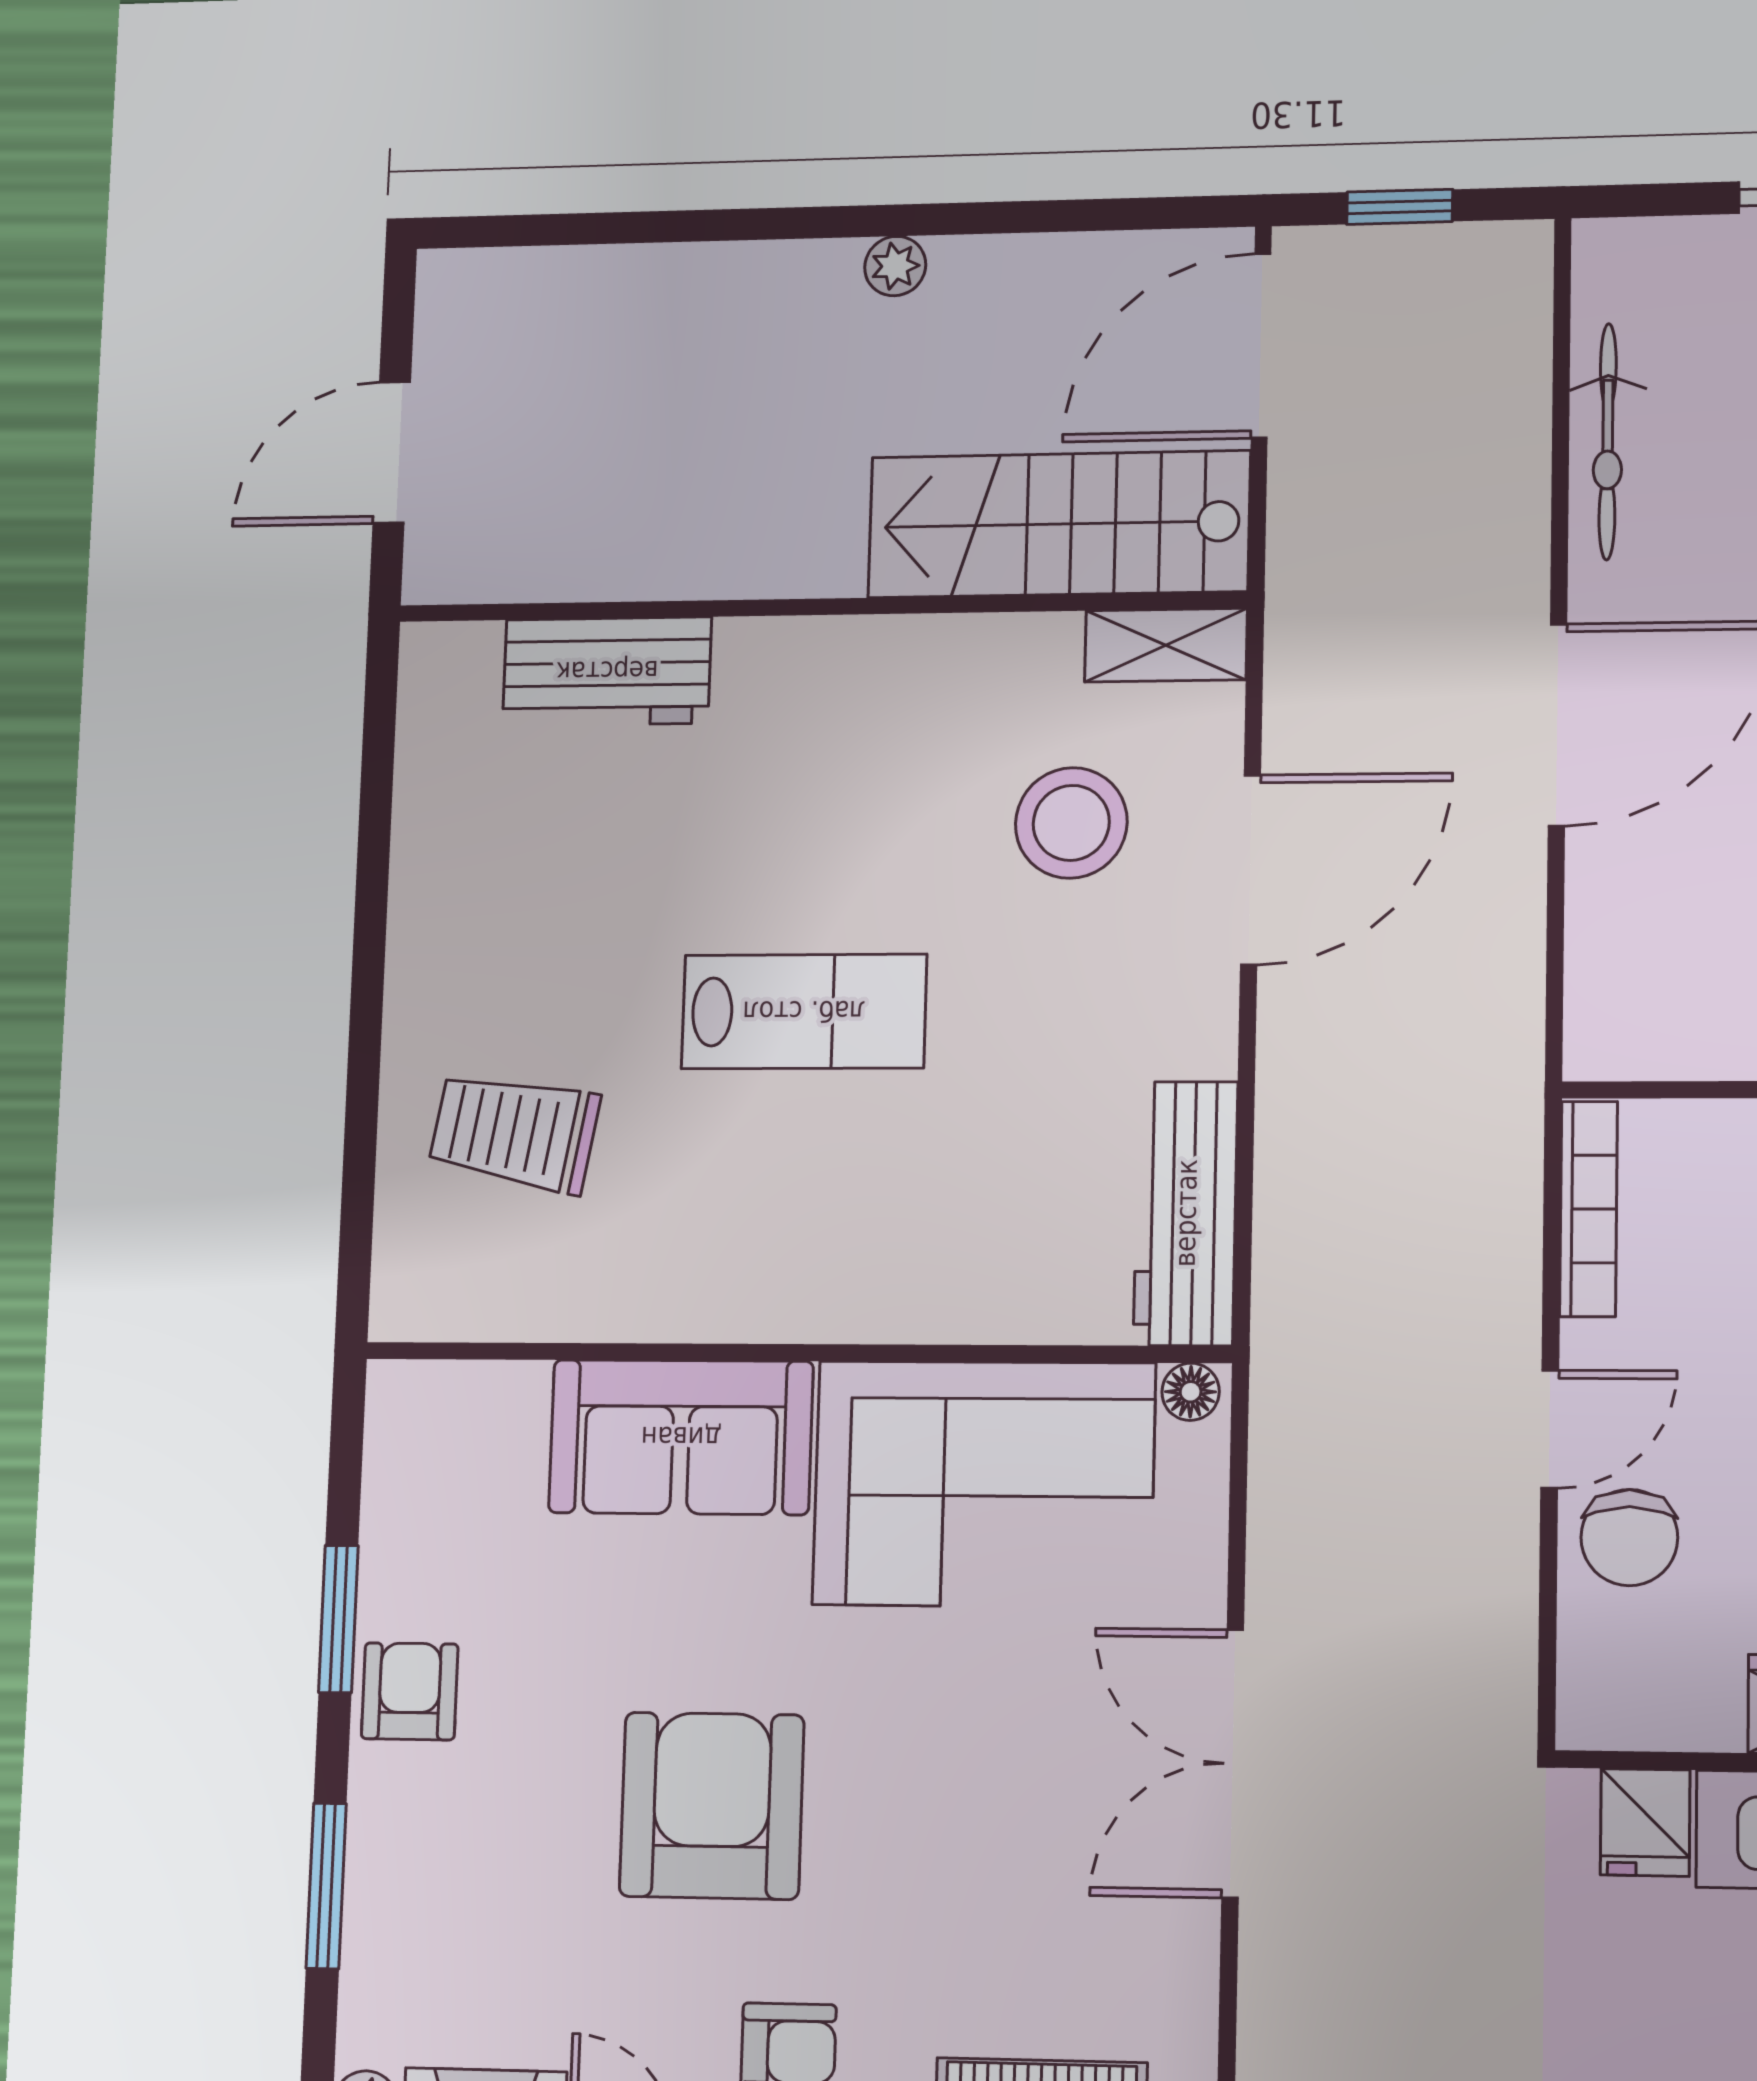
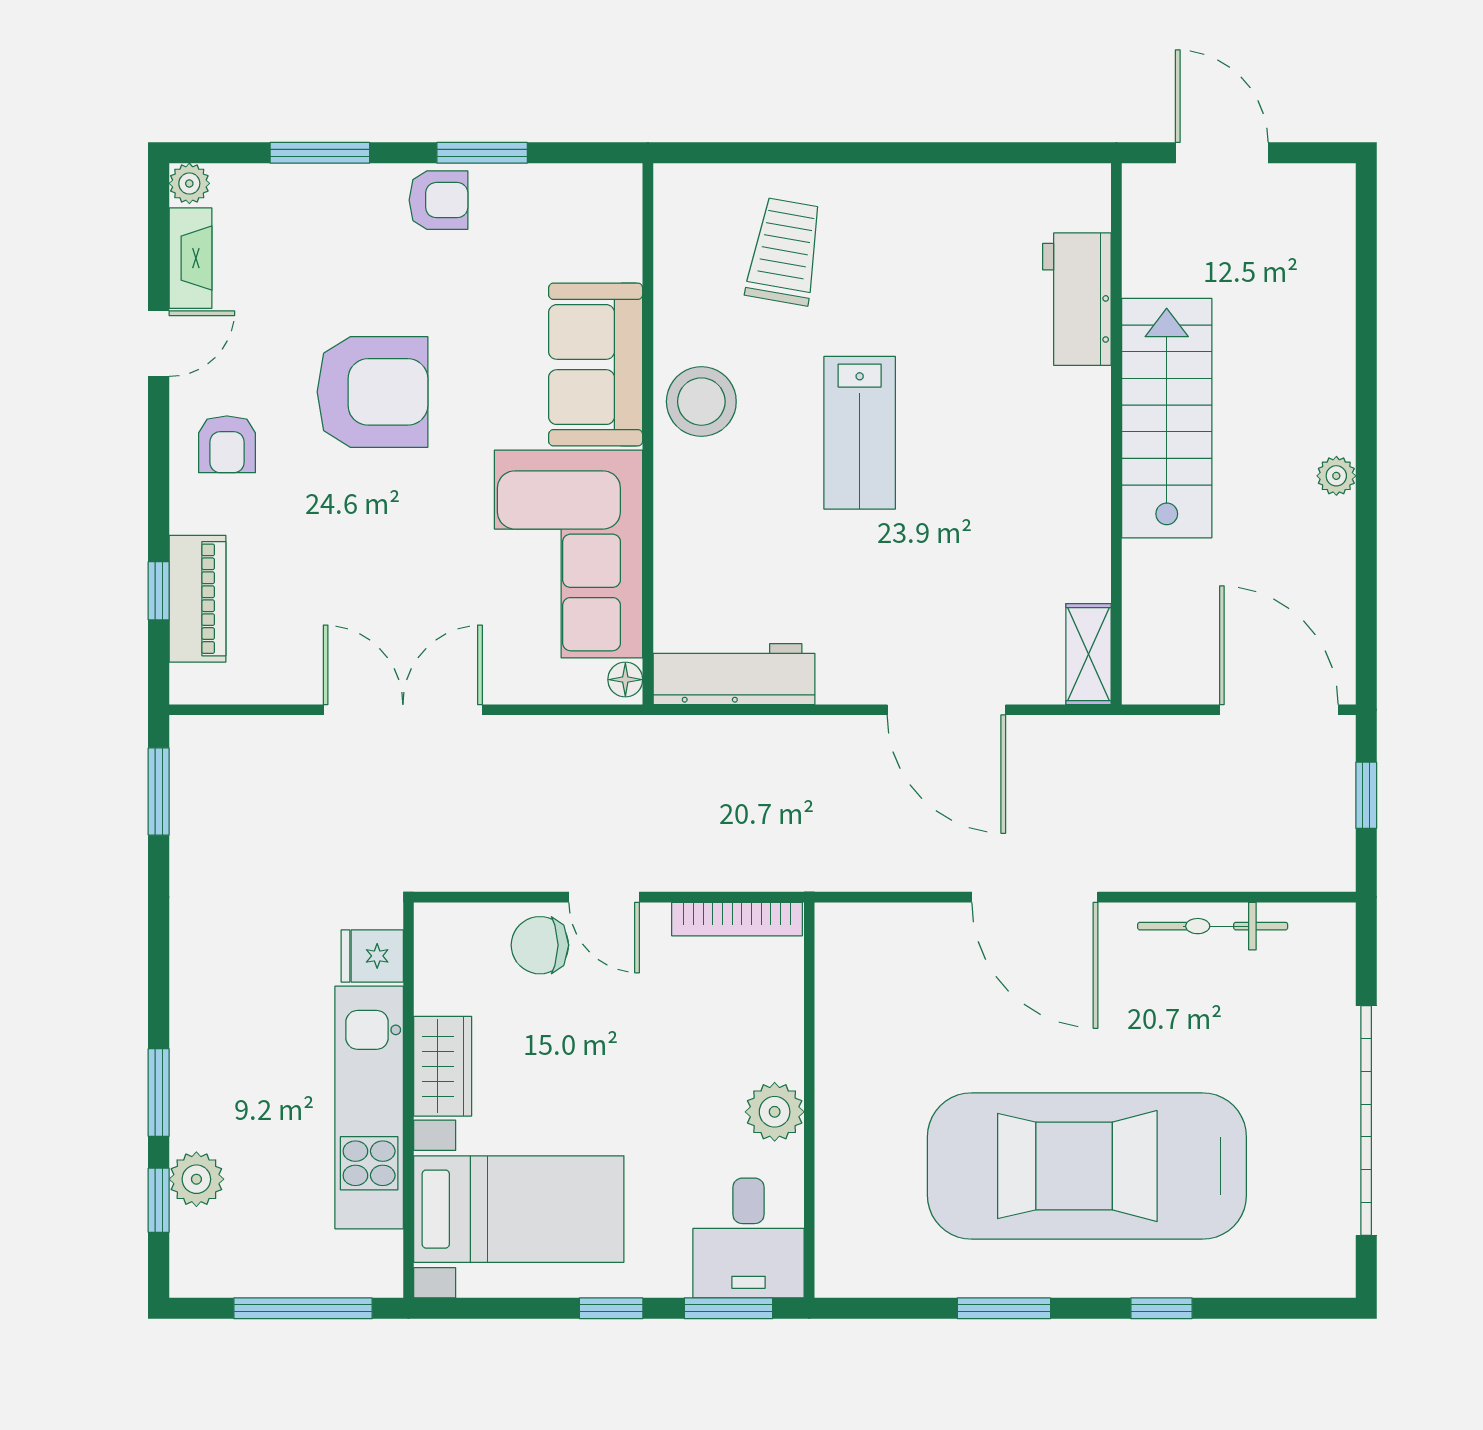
stairs: (1059, 524) -> (1167, 418), moved
stool: (1071, 823) -> (701, 402), moved

